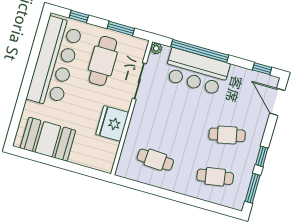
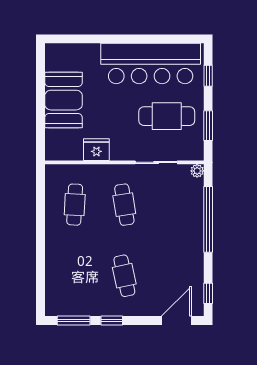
bar counter: (197, 72) -> (184, 223), removed
fridge: (112, 123) -> (96, 150), width x0.73, depth x0.75
booth: (48, 139) -> (64, 100), moved
cafe table: (215, 177) -> (124, 205), moved

